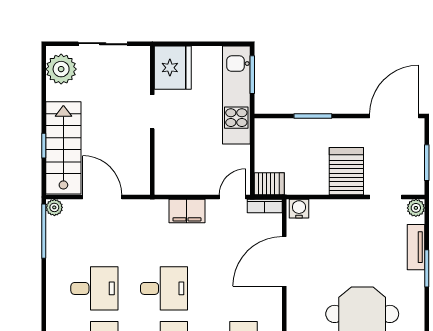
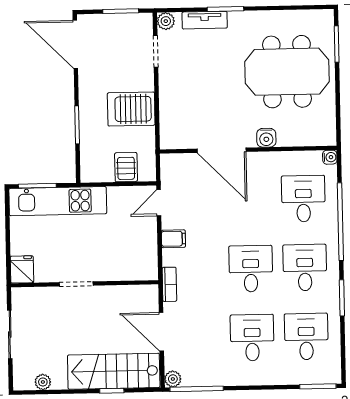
fridge: (173, 68) -> (22, 269), width x0.53, depth x0.75
plant: (61, 69) -> (43, 382), width x0.53, depth x0.53
server rack: (346, 171) -> (131, 109), moved
server rack: (269, 184) -> (126, 167), moved
door: (102, 197) -> (161, 332), hinge flipped
door: (233, 197) -> (159, 203), hinge flipped
bookcase: (265, 206) -> (169, 284), moved
water cooler: (299, 209) -> (266, 138), moved, turned -90
filing cabinet: (187, 211) -> (173, 239), width x0.50

